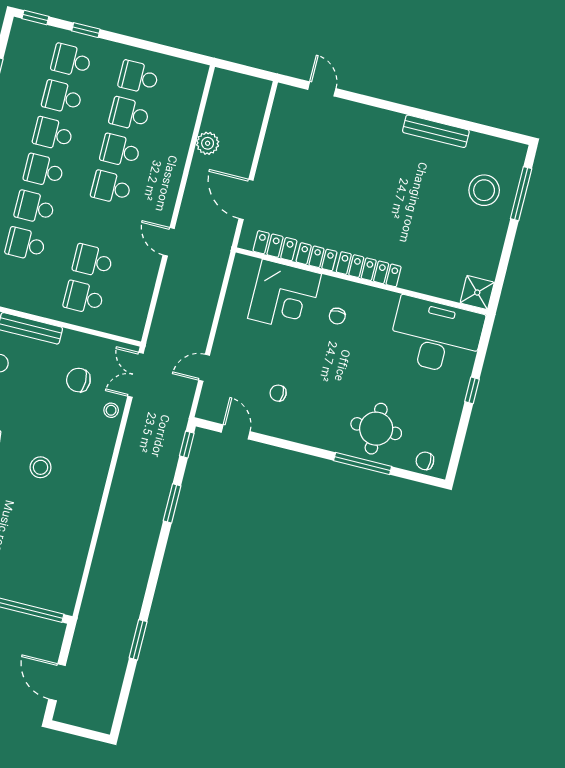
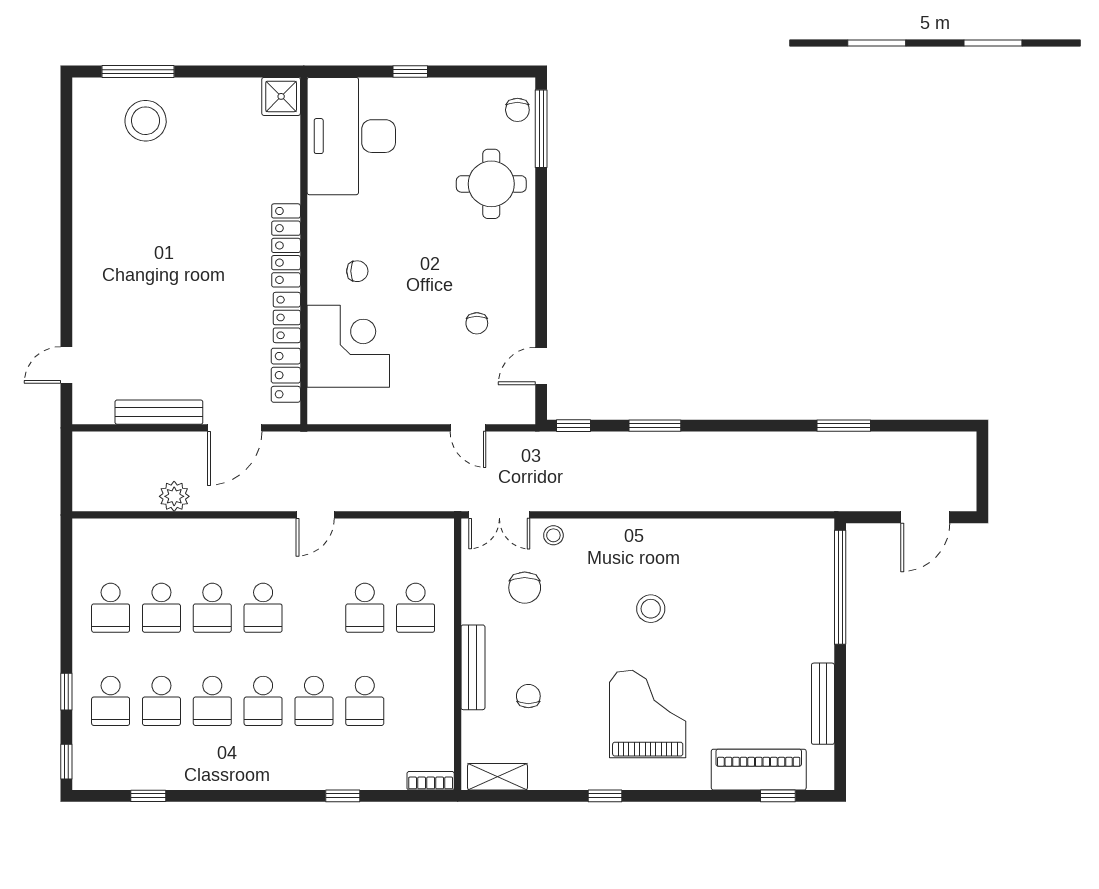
bench: (436, 131) -> (159, 412), moved, turned 90
window: (363, 464) -> (541, 129), moved

